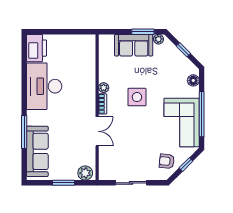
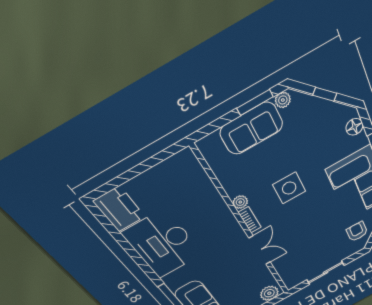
armchair: (167, 161) -> (357, 232), turned 84

